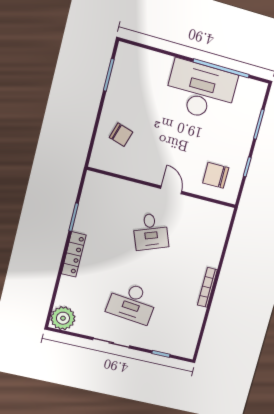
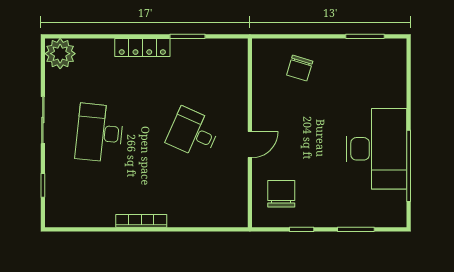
desk: (151, 232) -> (193, 133), turned 45

